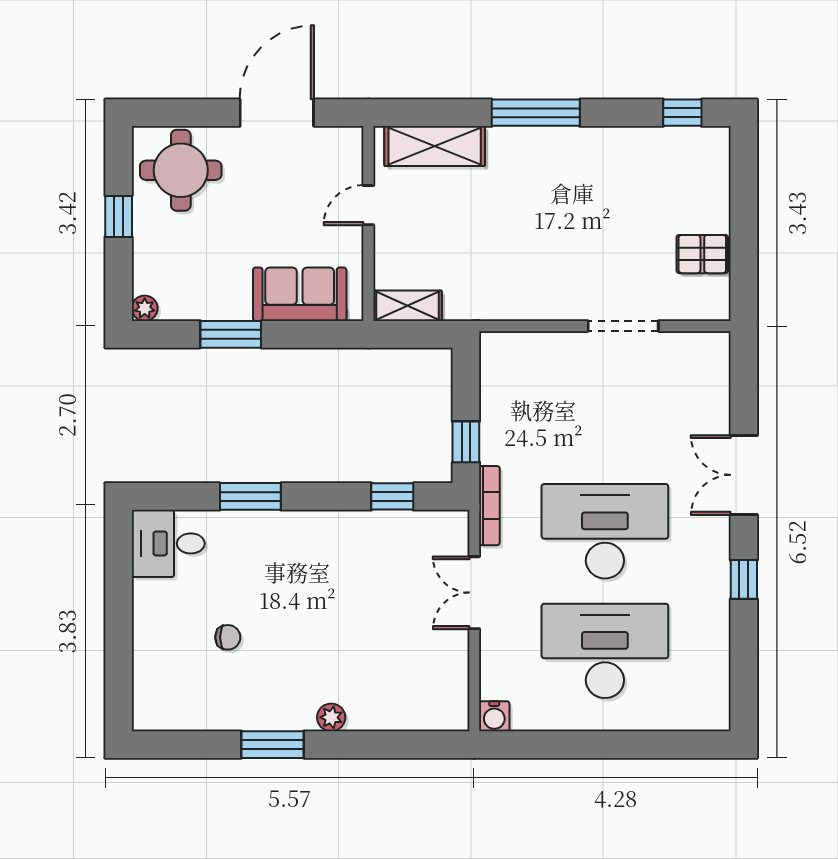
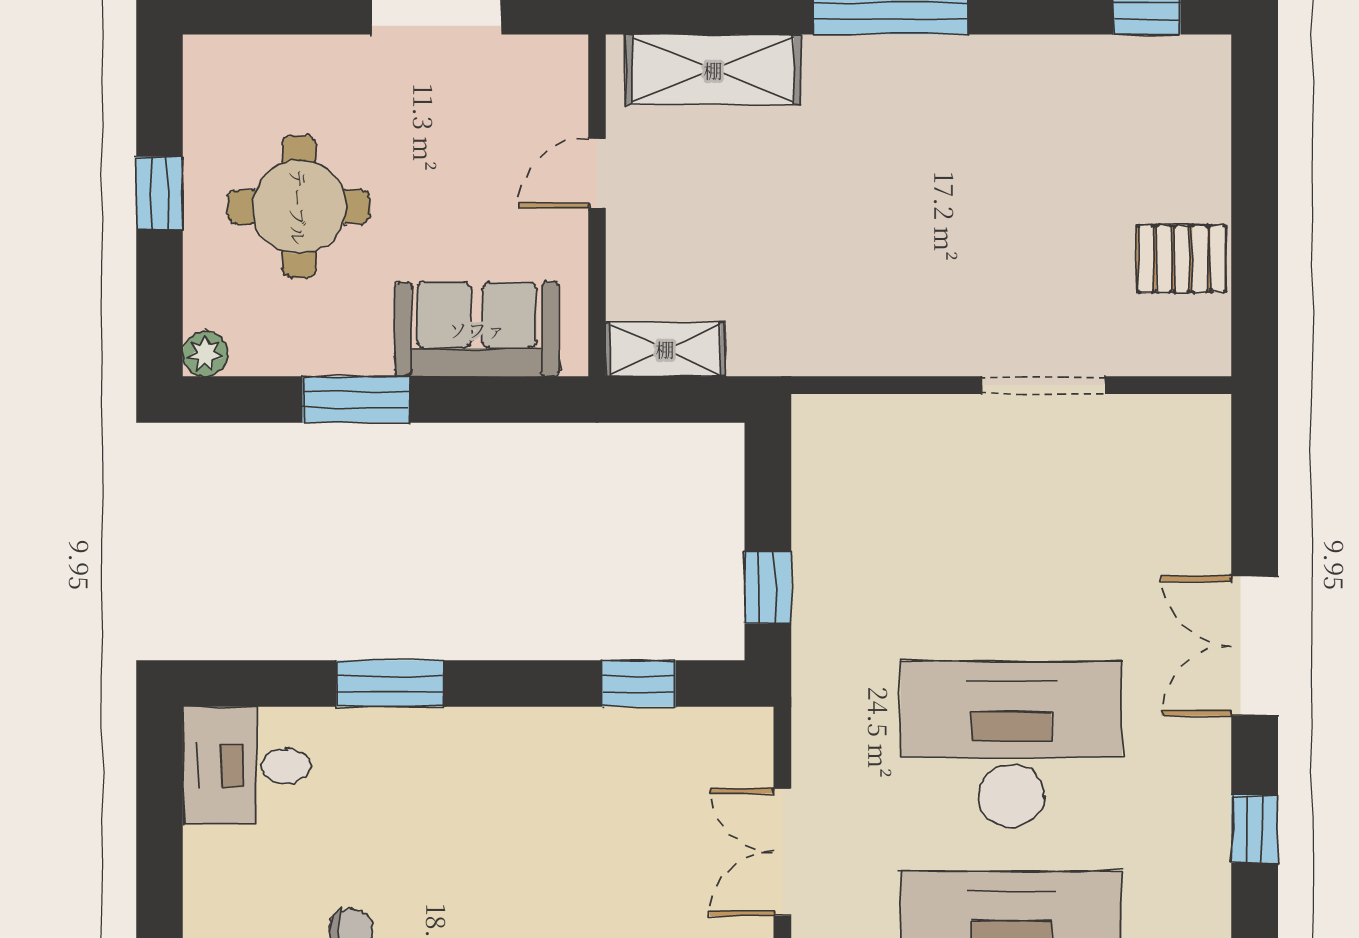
round table: (181, 170) -> (299, 207), moved
bookcase: (489, 506) -> (809, 699), removed

